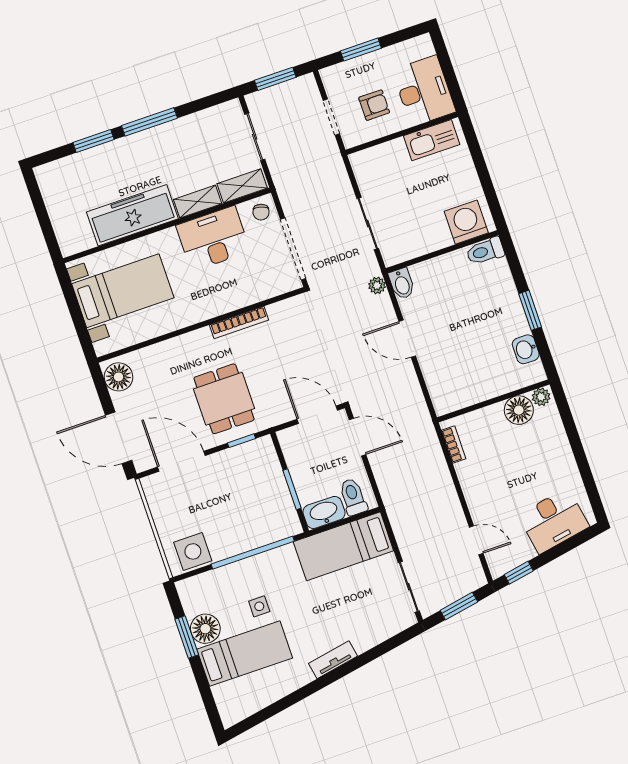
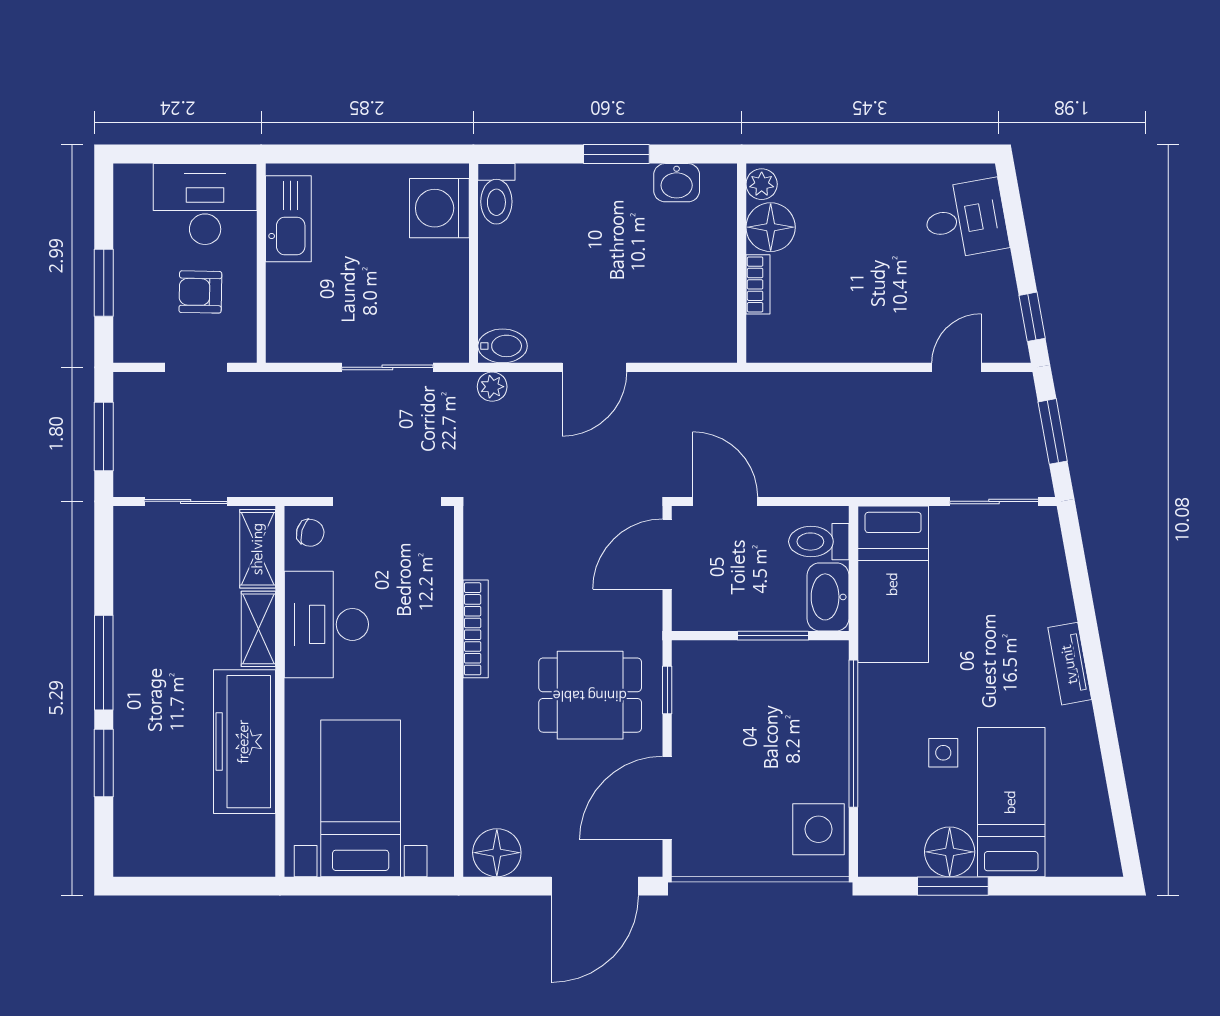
armchair: (374, 105) -> (200, 292), turned -89
door: (357, 437) -> (725, 501), hinge flipped
bookcase: (454, 445) -> (758, 284), moved, turned 90
desk: (554, 521) -> (965, 219), width x0.73

